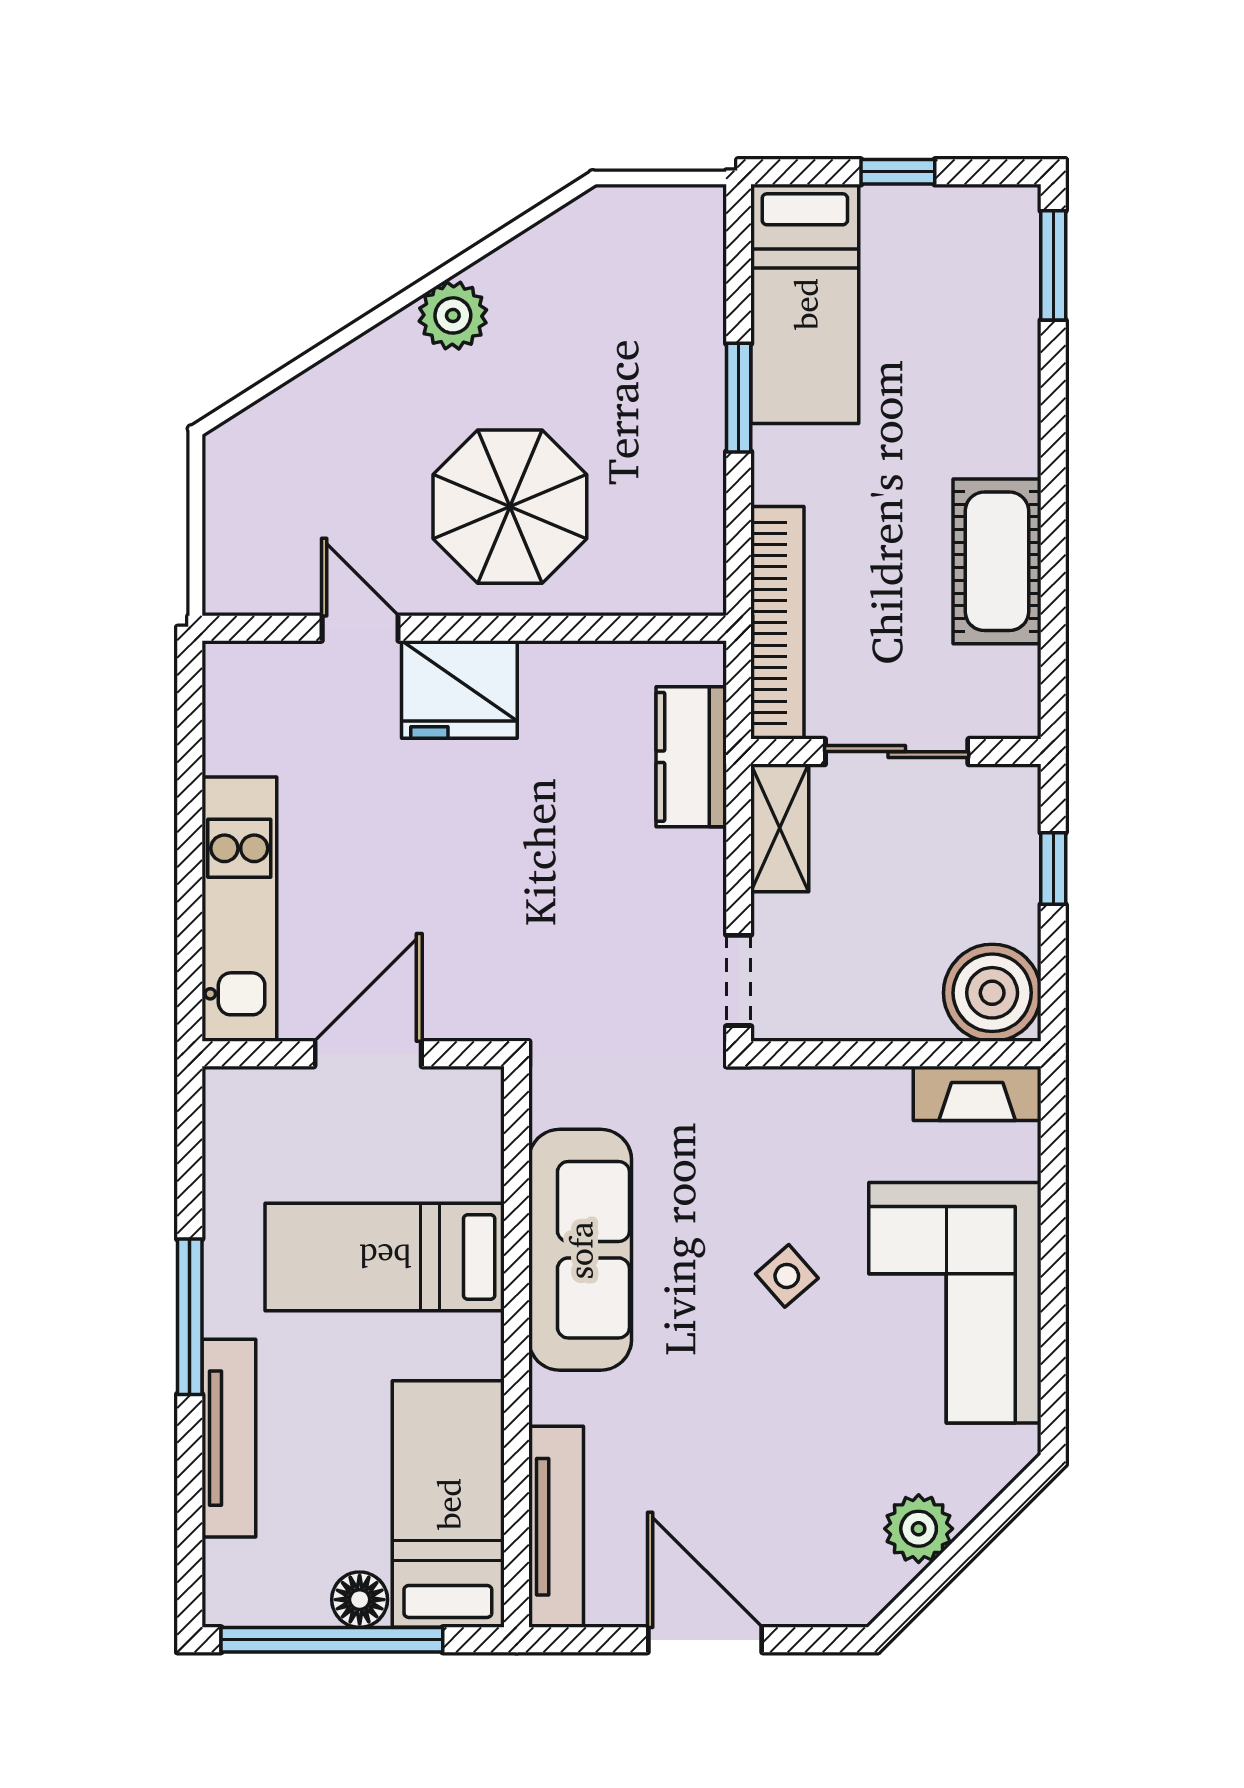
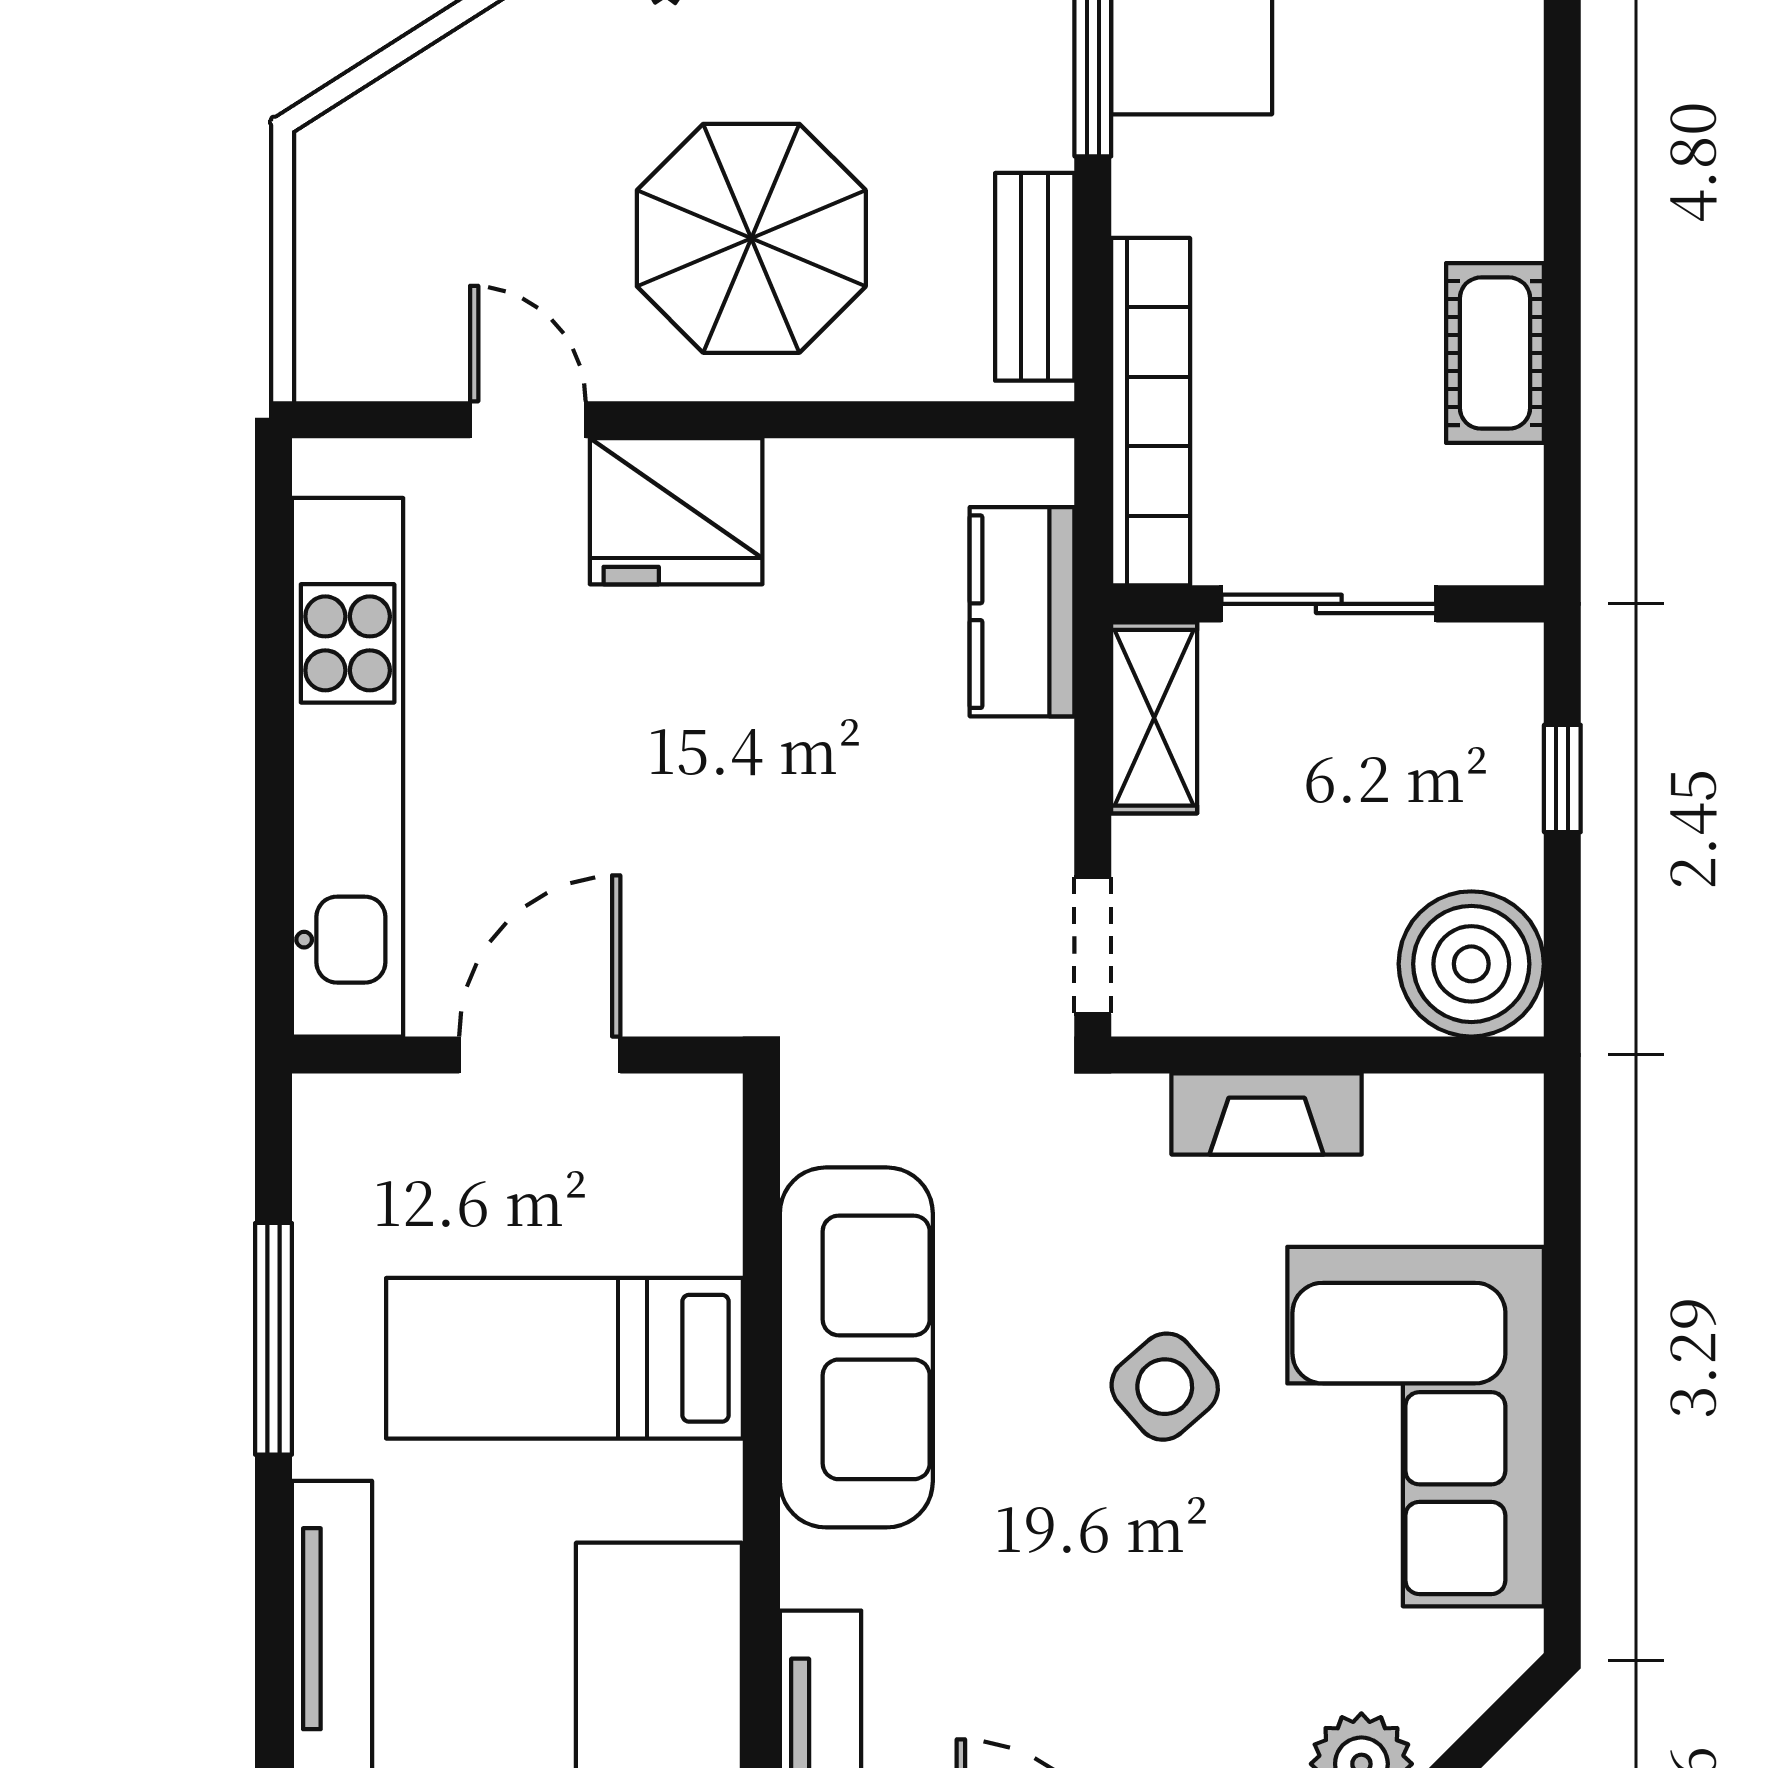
bench: (700, 532) -> (1035, 277), added
cot: (997, 561) -> (1495, 353), width x0.73, depth x0.75
kitchen unit: (239, 909) -> (348, 767), width x1.36
fireplace: (977, 1093) -> (1267, 1114), moved
side table: (787, 1276) -> (1165, 1387), width x1.37, depth x1.37
window: (190, 1317) -> (273, 1339), moved

